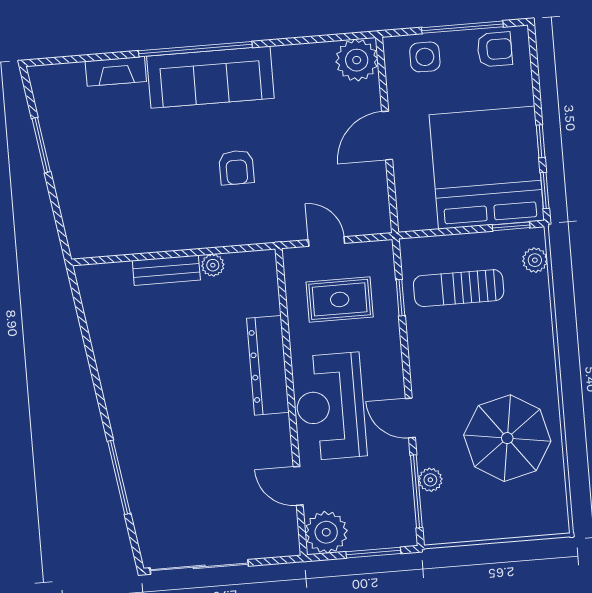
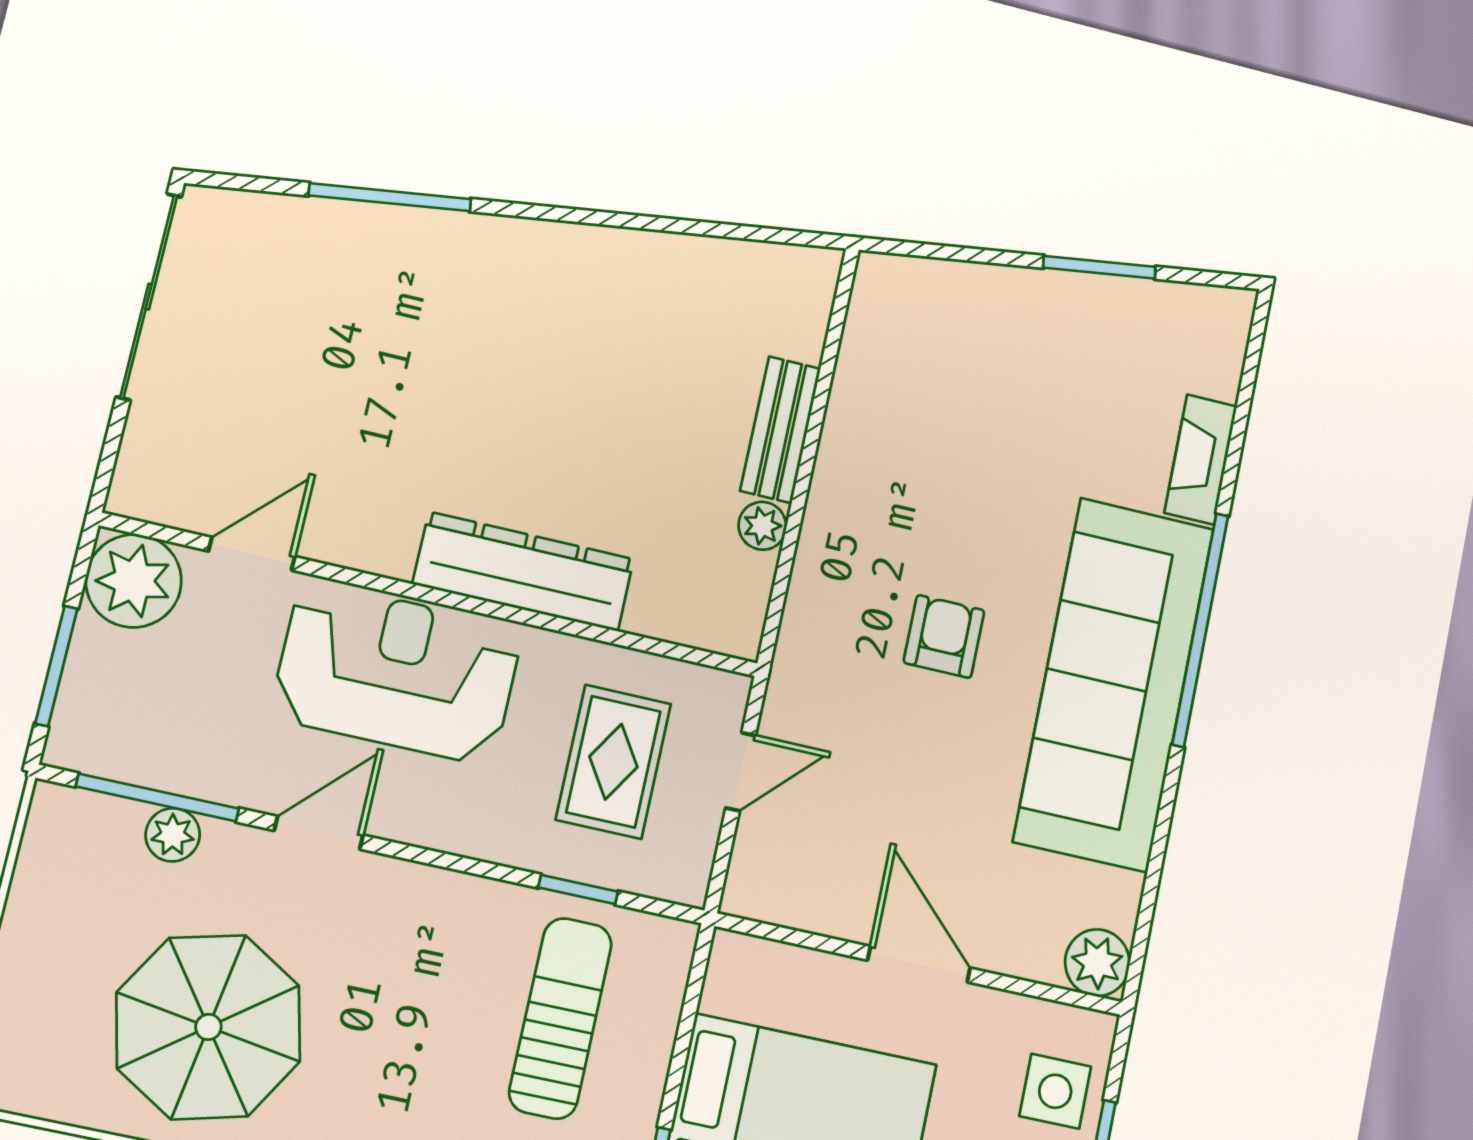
plant: (357, 60) -> (1097, 963), width x0.73, depth x0.73
sofa: (210, 77) -> (1114, 684), width x1.36, depth x1.27
armchair: (236, 167) -> (944, 636), turned 90

